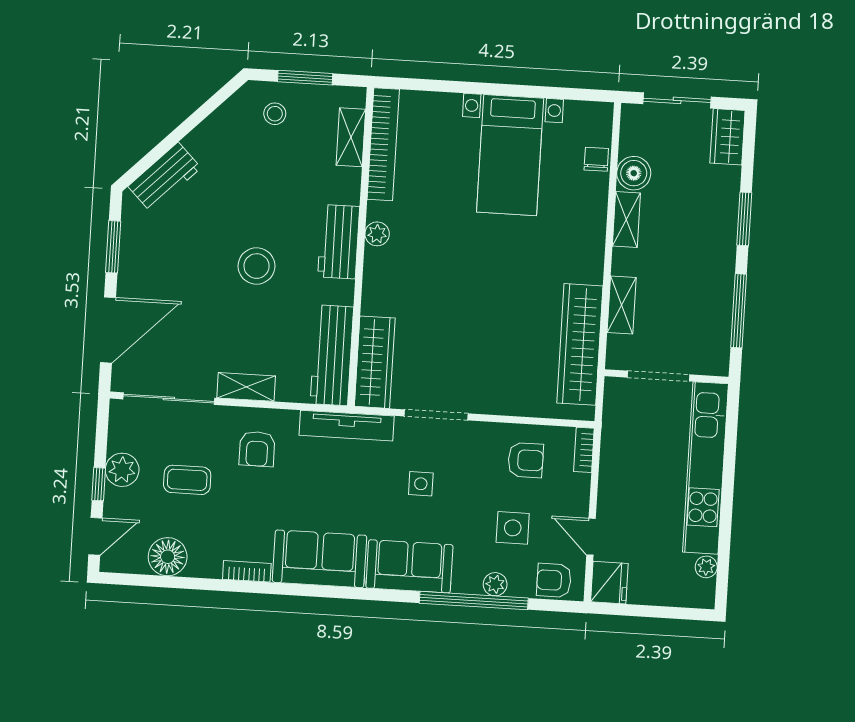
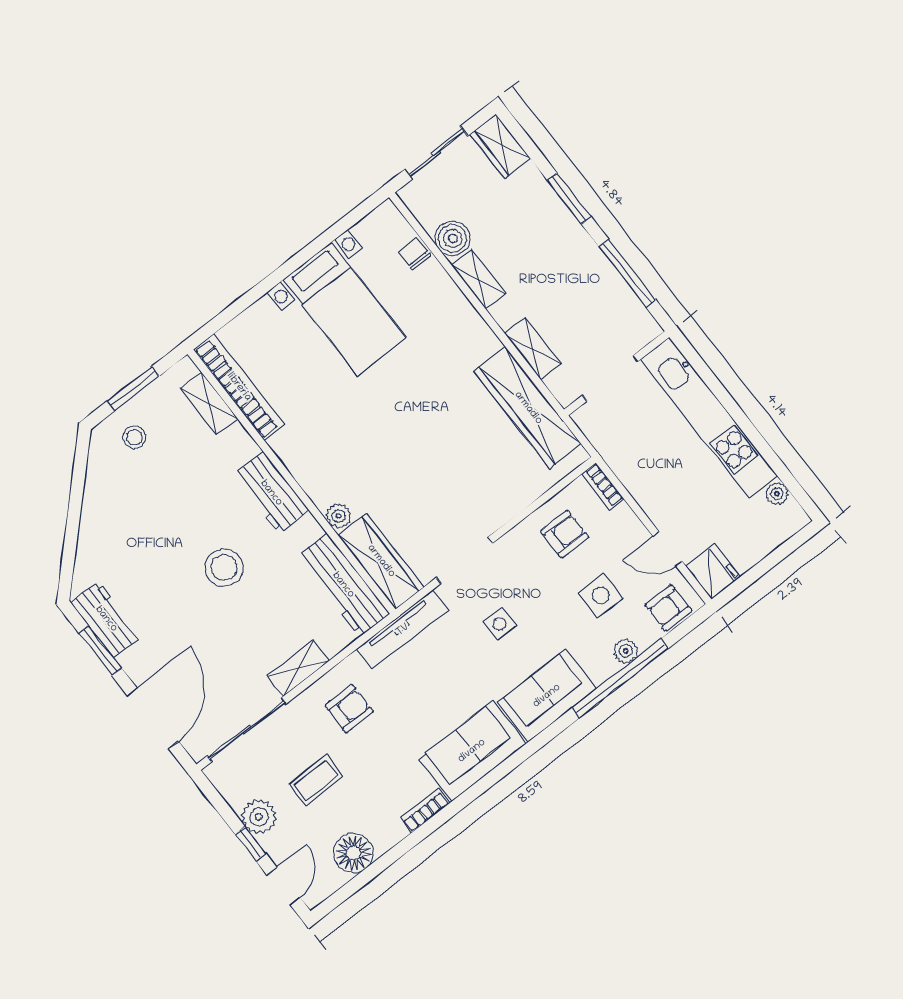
workbench: (165, 177) -> (106, 619), moved, turned -45
plant: (377, 234) -> (339, 516), moved
armchair: (257, 449) -> (349, 709), turned -90

